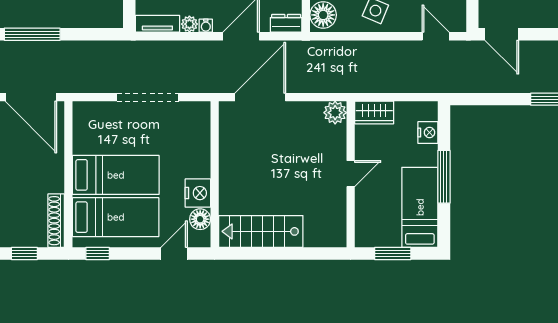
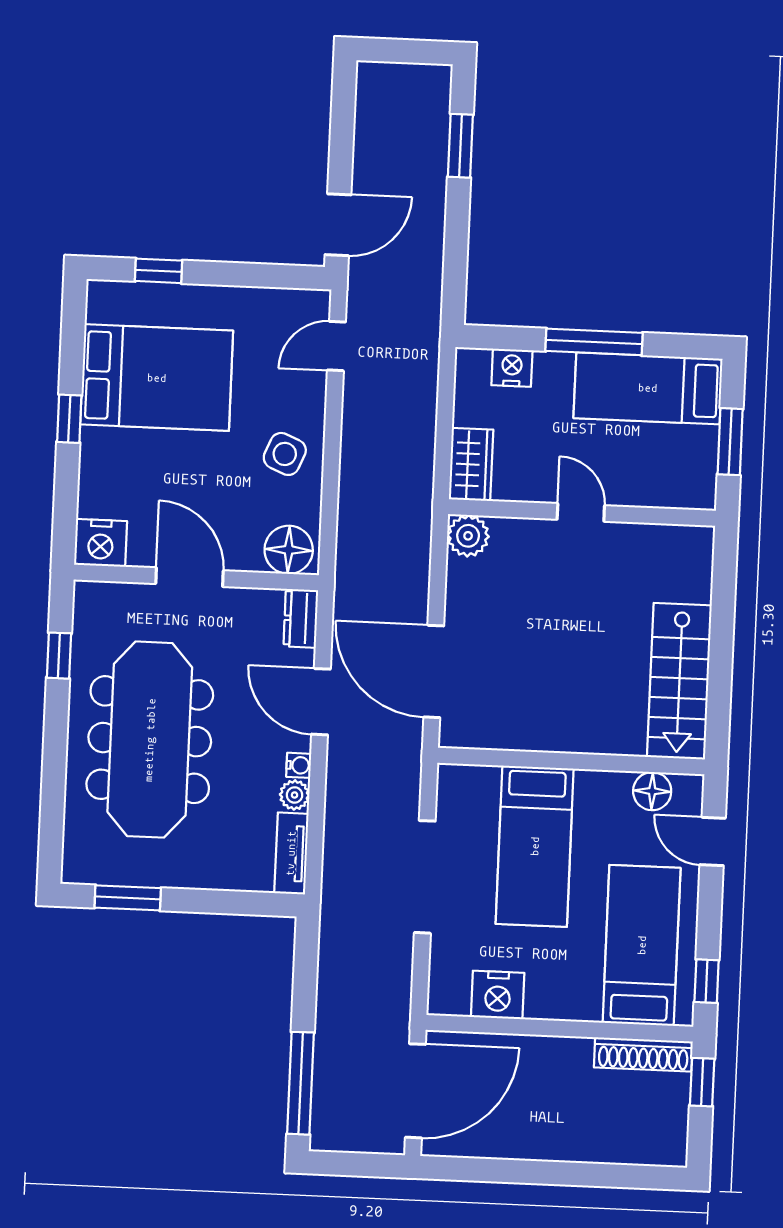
bed: (116, 175) -> (535, 846), moved, turned 180
nightstand: (198, 193) -> (498, 995), moved, turned 180
window: (24, 253) -> (702, 1082), moved

